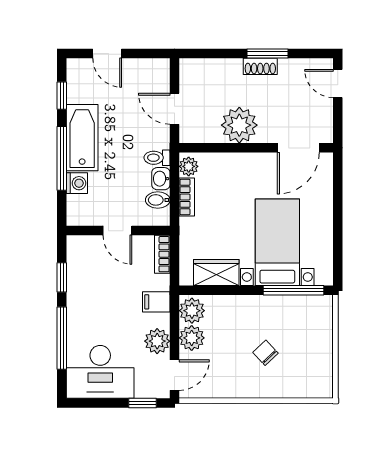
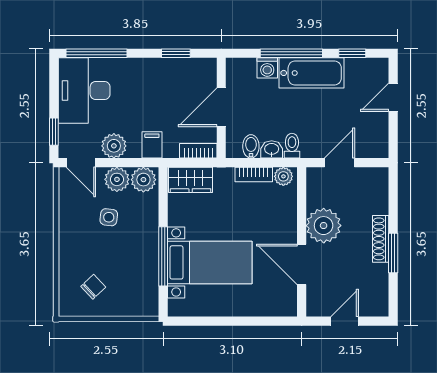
shoe rack: (260, 66) -> (381, 239), width x1.43
door: (338, 83) -> (345, 321), moved
door: (298, 148) -> (302, 264), moved
door: (117, 231) -> (221, 107), width x1.38
wardrobe: (216, 273) -> (191, 180), moved, turned 90
window: (293, 290) -> (163, 256), moved
window: (62, 338) -> (96, 53), moved
side table: (231, 346) -> (109, 217), added
chair: (265, 353) -> (93, 287), moved

